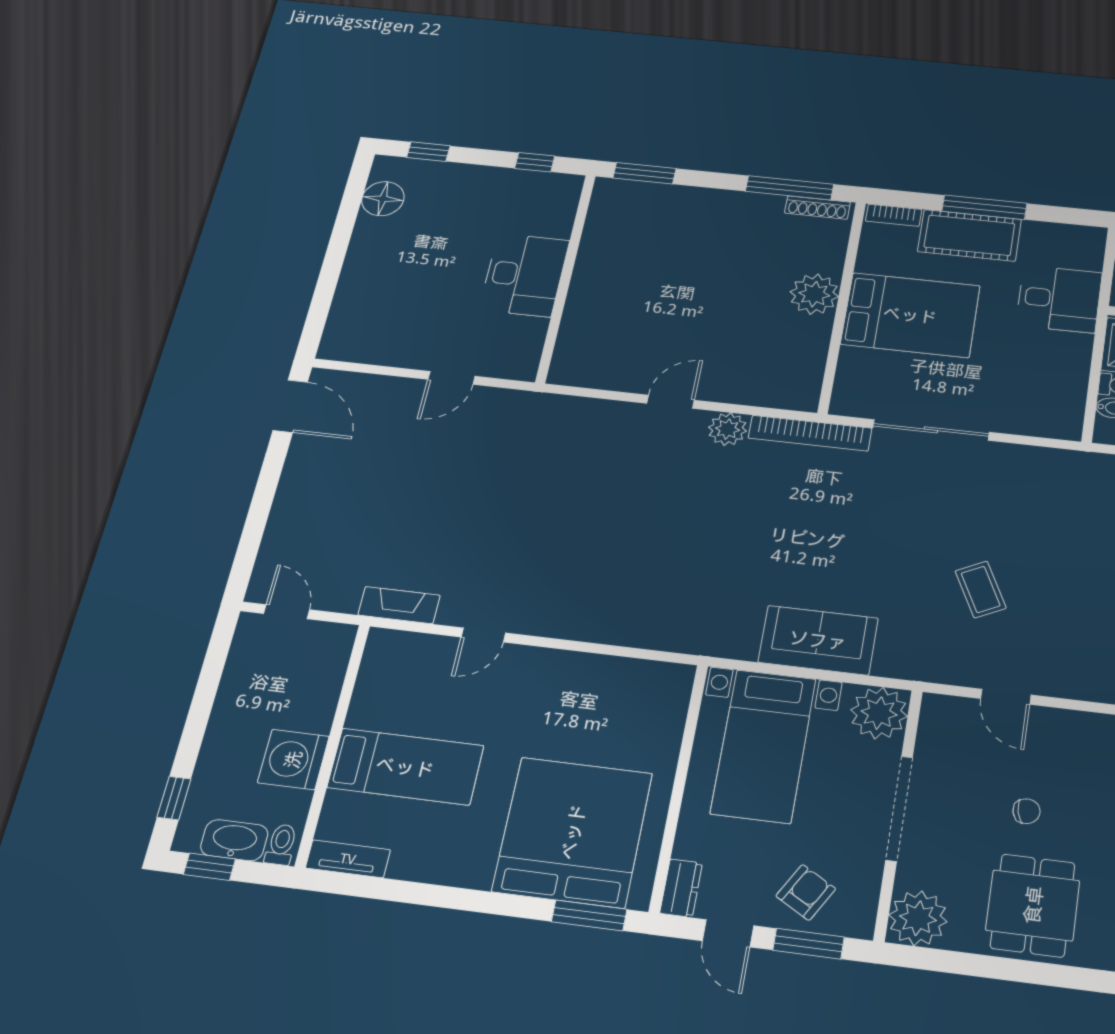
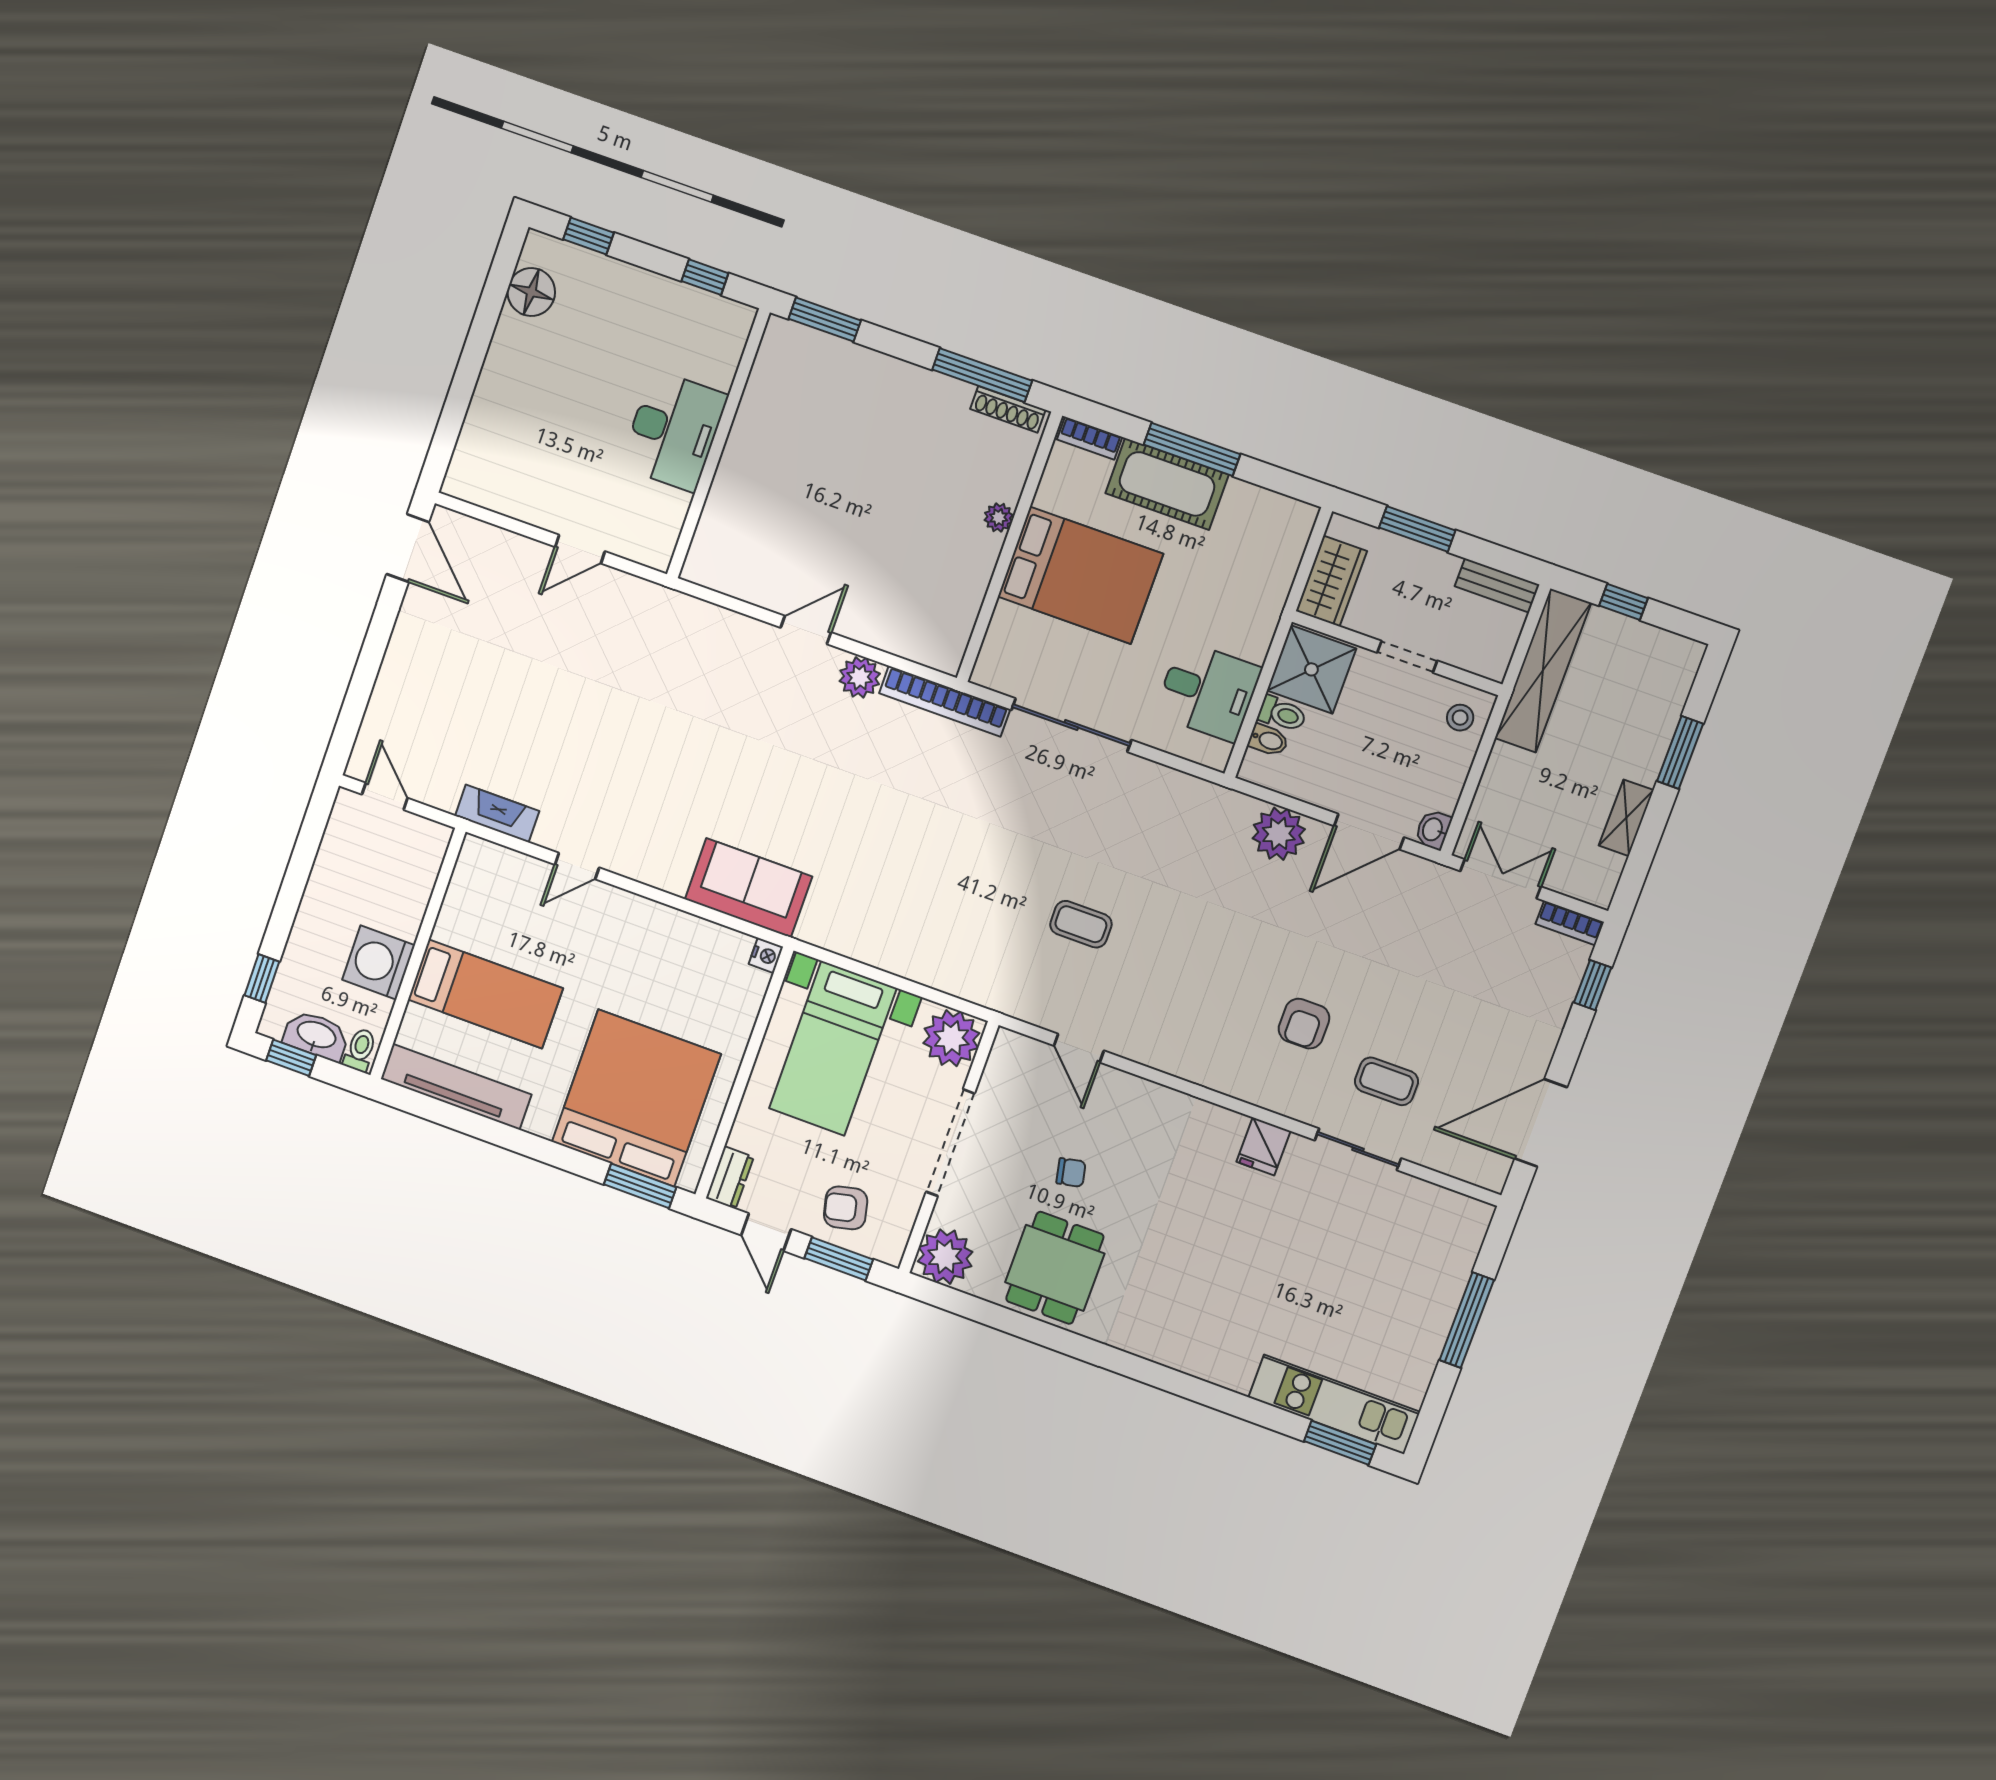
plant: (814, 294) -> (999, 518), width x0.53, depth x0.53
desk: (1059, 299) -> (1208, 691), moved
coffee table: (981, 589) -> (1081, 924), turned -63
sofa: (818, 640) -> (748, 888), moved
nightstand: (682, 676) -> (766, 955), added
tv unit: (348, 859) -> (456, 1087), width x1.92, depth x1.29
armchair: (806, 892) -> (846, 1208), turned -133

